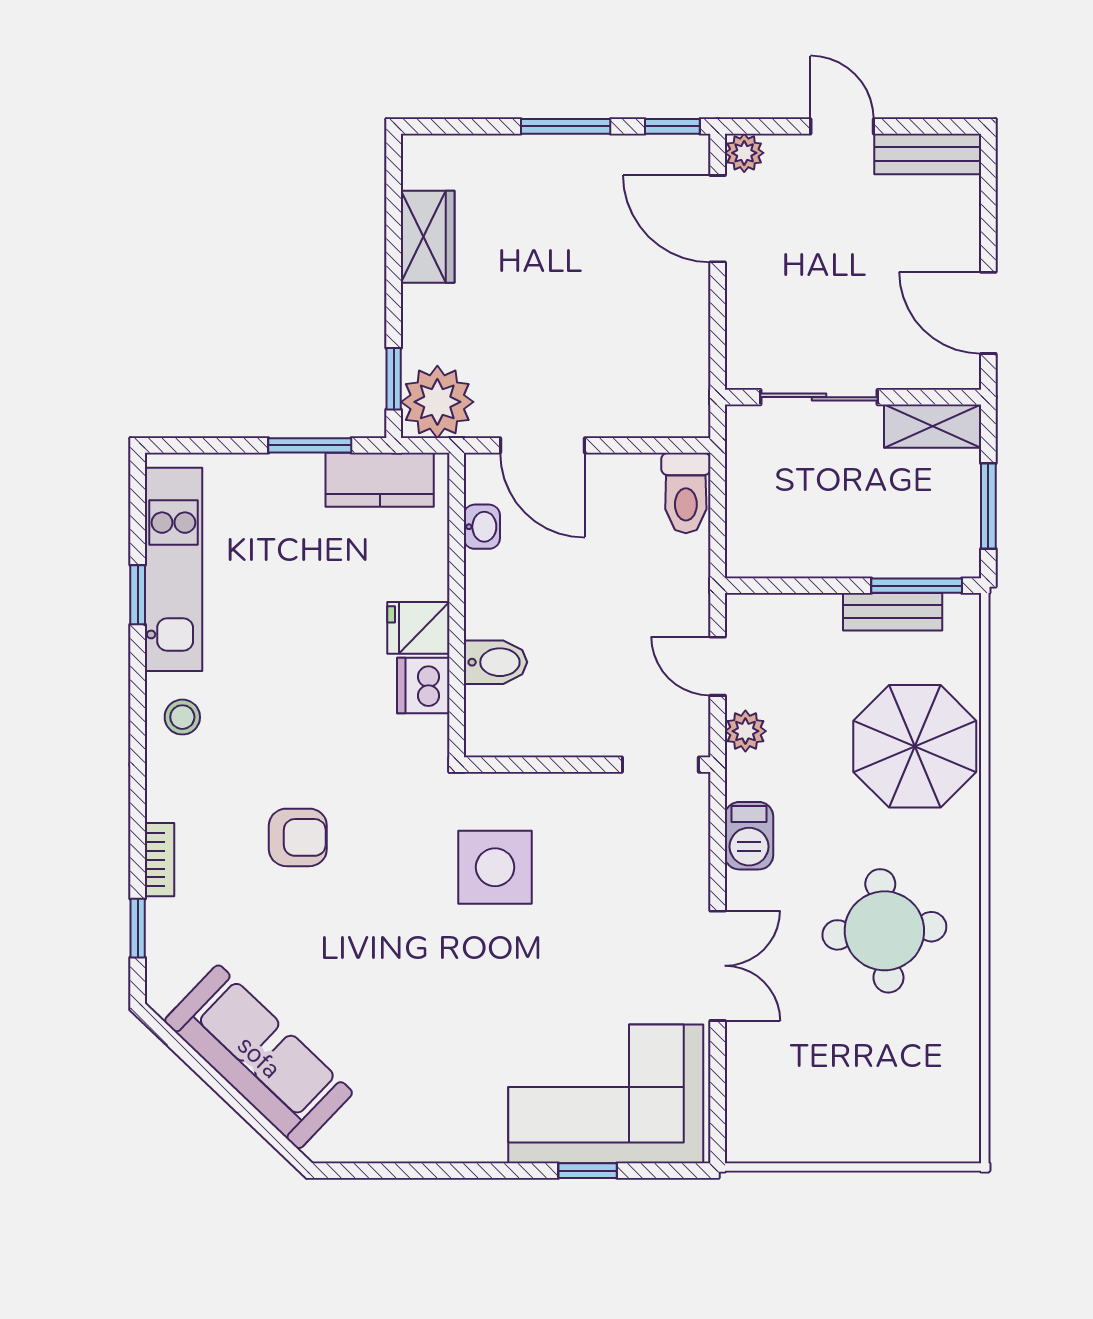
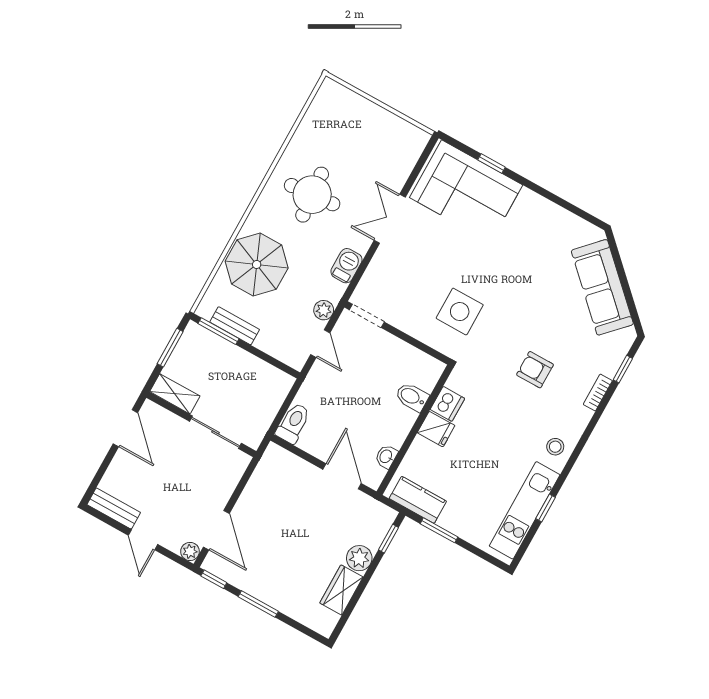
plant: (437, 402) -> (359, 558), moved, width x0.73, depth x0.73

